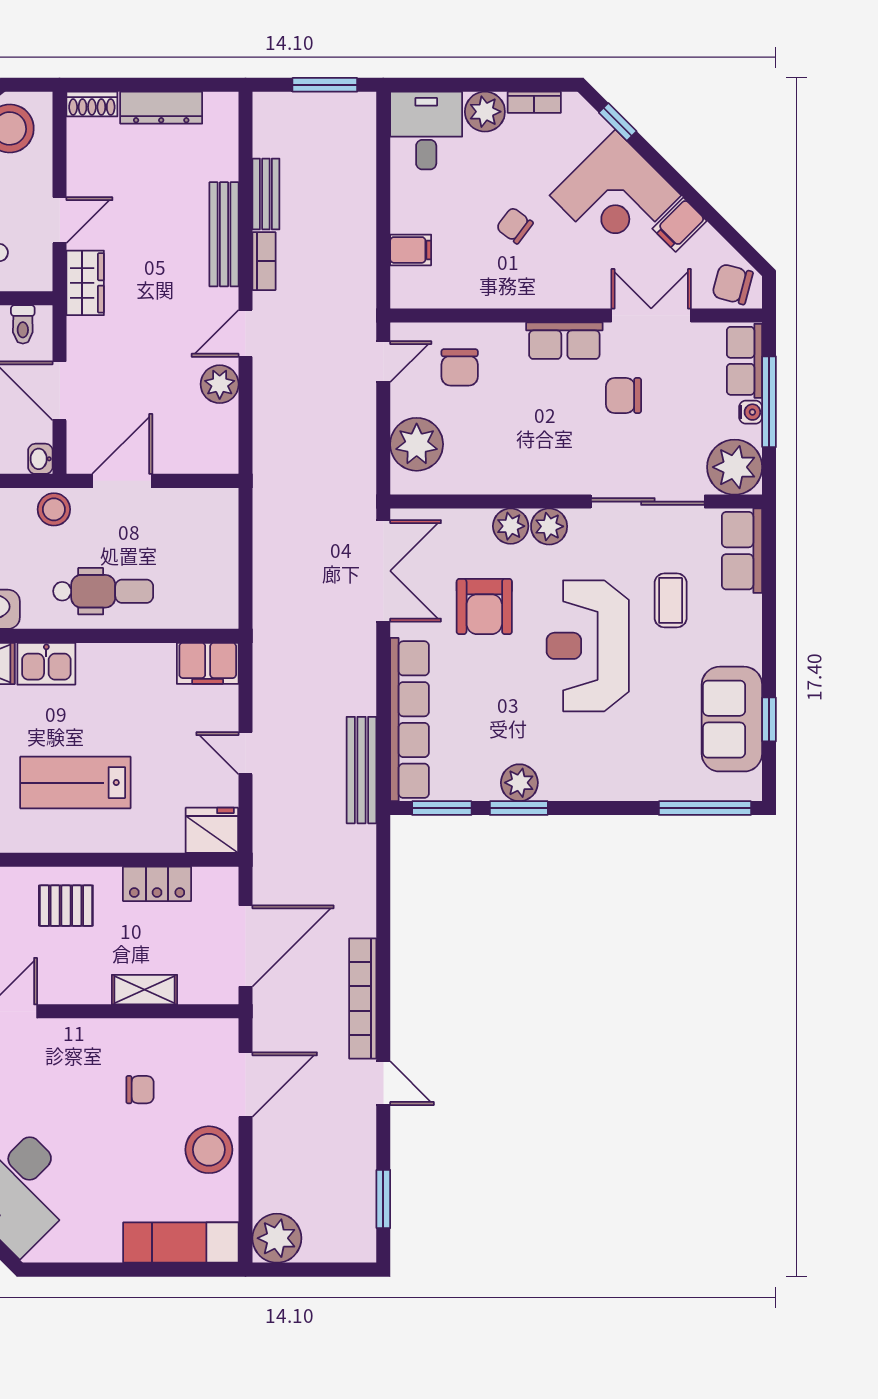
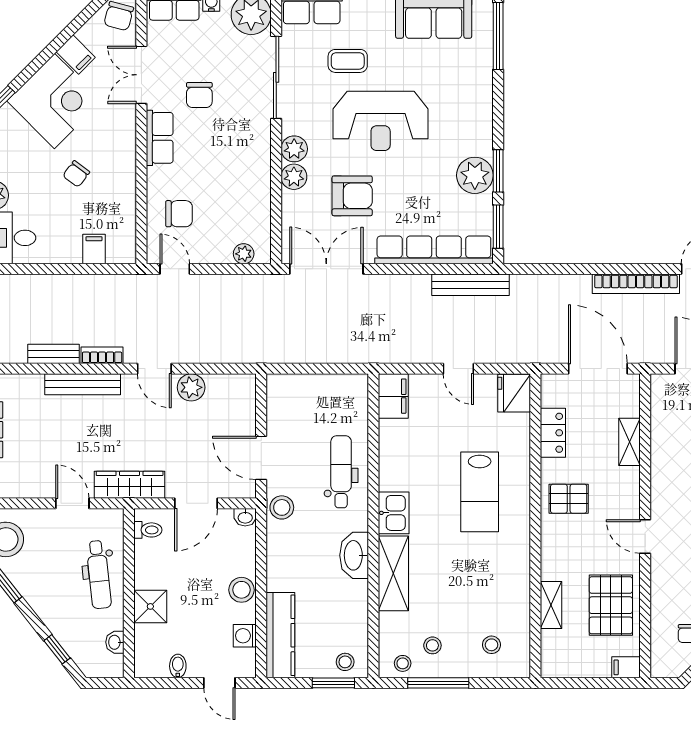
wardrobe: (85, 283) -> (130, 485), width x1.50
plant: (417, 444) -> (244, 254), width x0.53, depth x0.53
door: (245, 753) -> (458, 369), hinge flipped
plant: (519, 783) -> (475, 175), width x1.36, depth x1.36
pallet: (66, 906) -> (569, 499), turned 90

